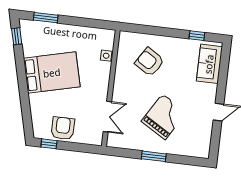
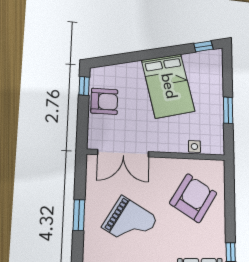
window: (46, 18) -> (228, 110), moved
armchair: (150, 62) -> (193, 198), width x1.36, depth x1.36
double door: (107, 117) -> (123, 153), width x1.37

